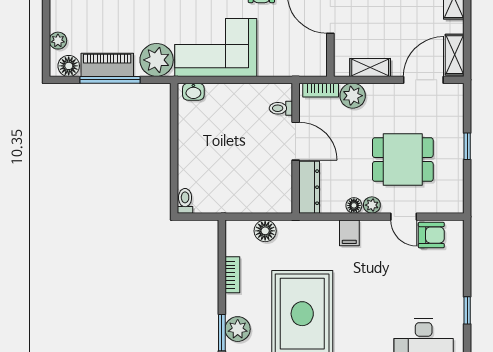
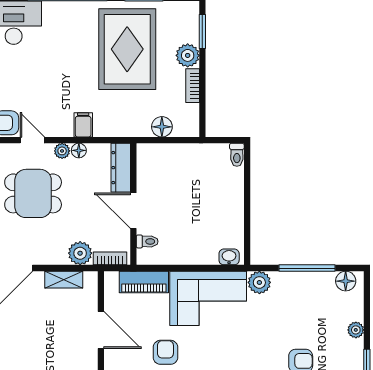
plant: (58, 41) -> (356, 330), moved
plant: (157, 60) -> (259, 282), width x0.73, depth x0.73
piano: (107, 65) -> (144, 282), moved
plant: (238, 329) -> (188, 55), moved

